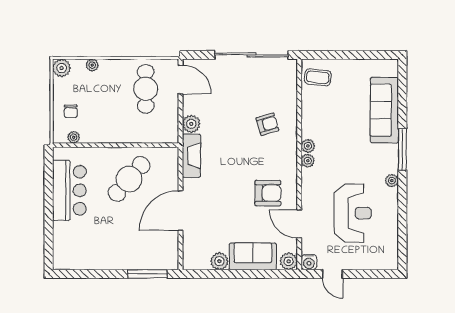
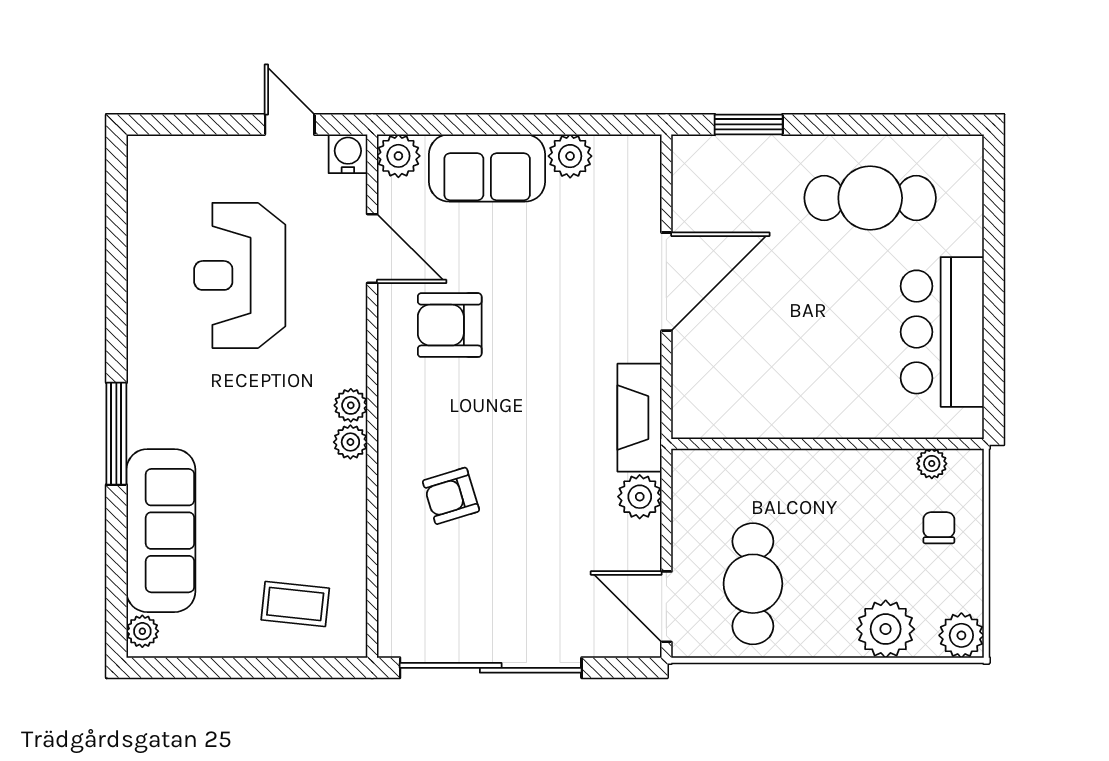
plant: (92, 65) -> (886, 629), width x1.87, depth x1.87
coffee table: (318, 77) -> (295, 604), moved
cafe table: (129, 179) -> (870, 198), moved, turned 49
plant: (392, 181) -> (142, 631), moved
window: (147, 274) -> (749, 124), width x0.69

